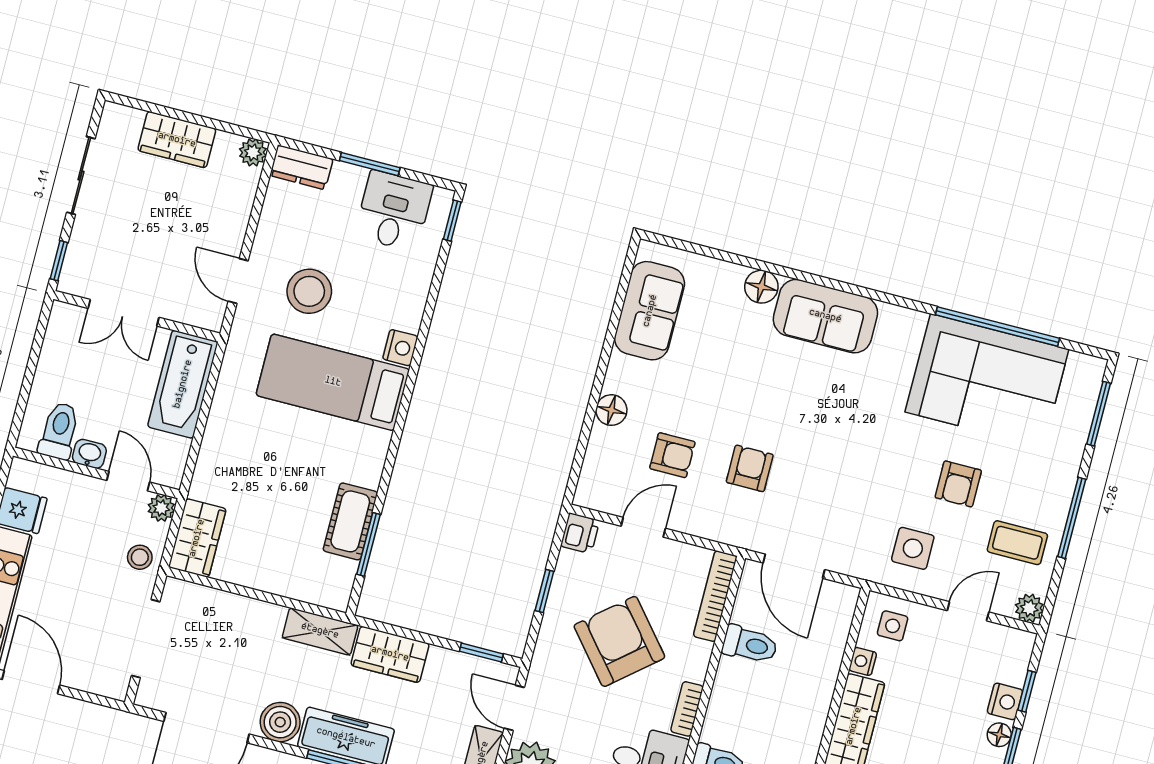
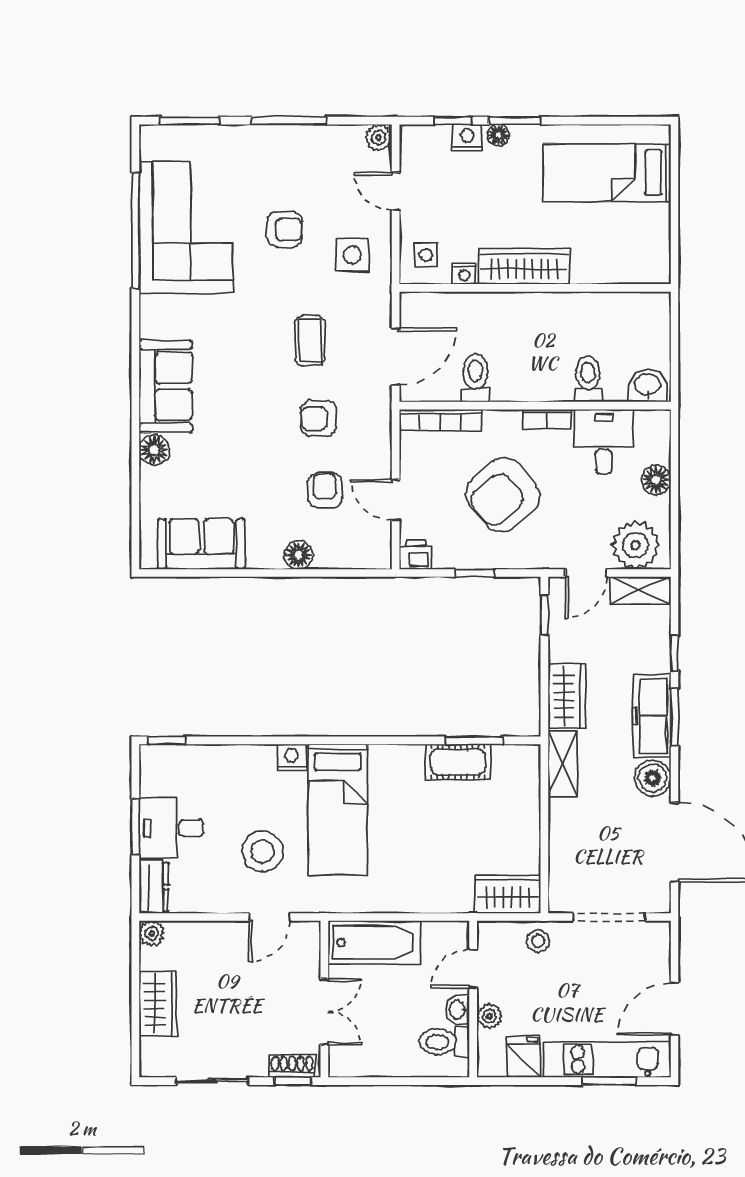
desk: (394, 211) -> (171, 828), moved
shoe rack: (75, 264) -> (292, 1066), added
plant: (161, 508) -> (489, 1016), moved
coffee table: (1017, 543) -> (310, 341), moved

